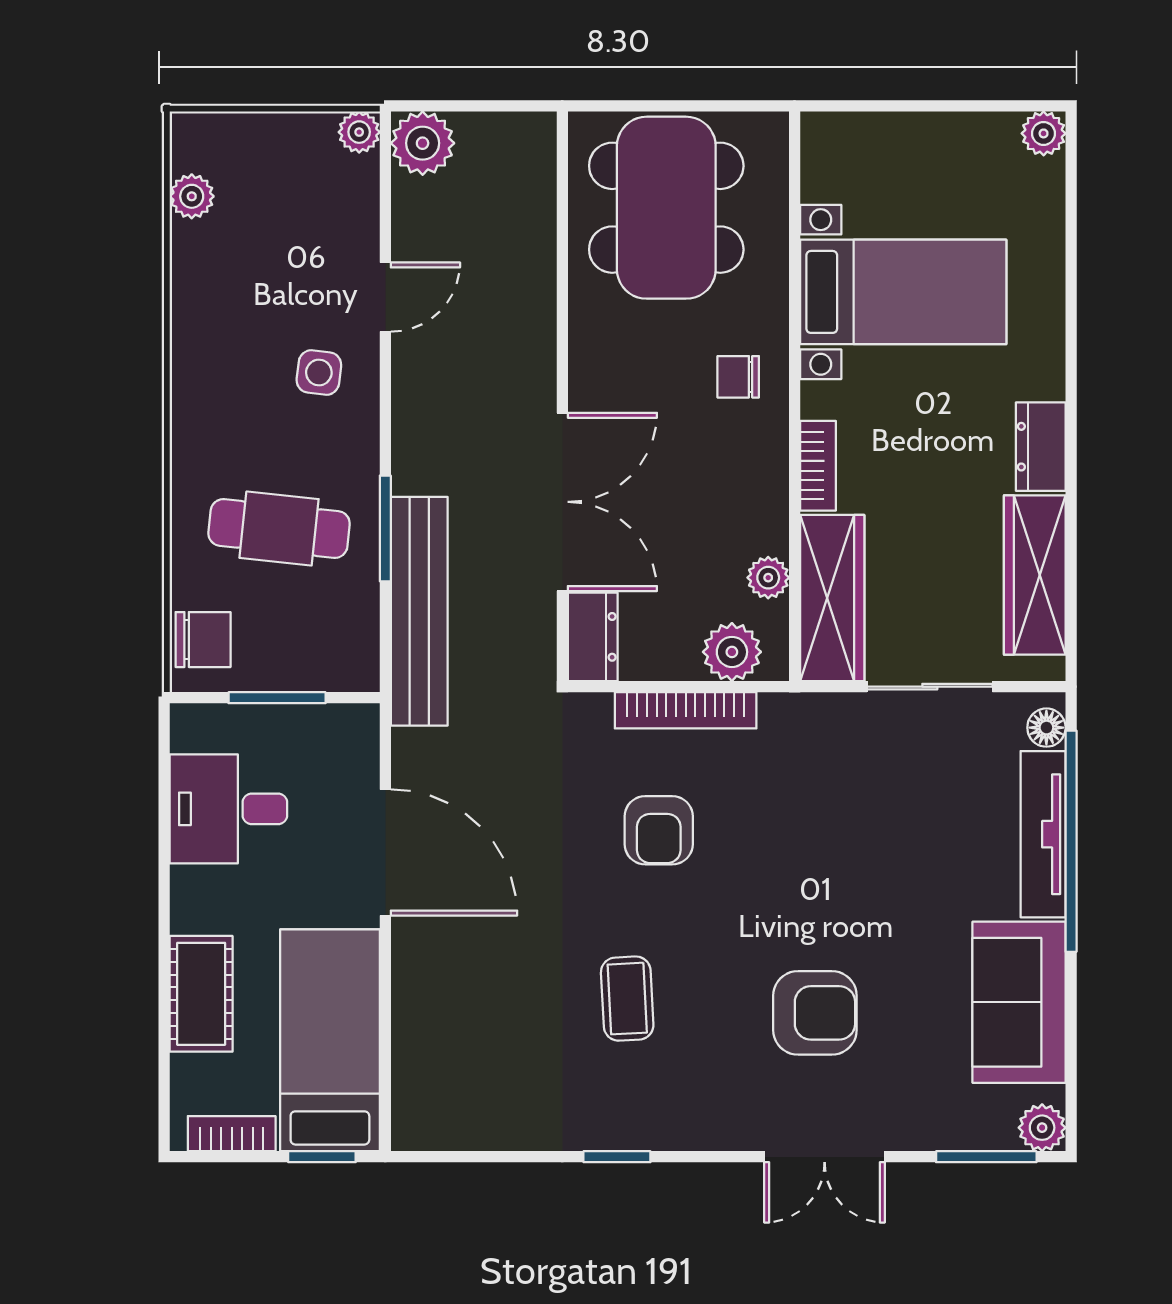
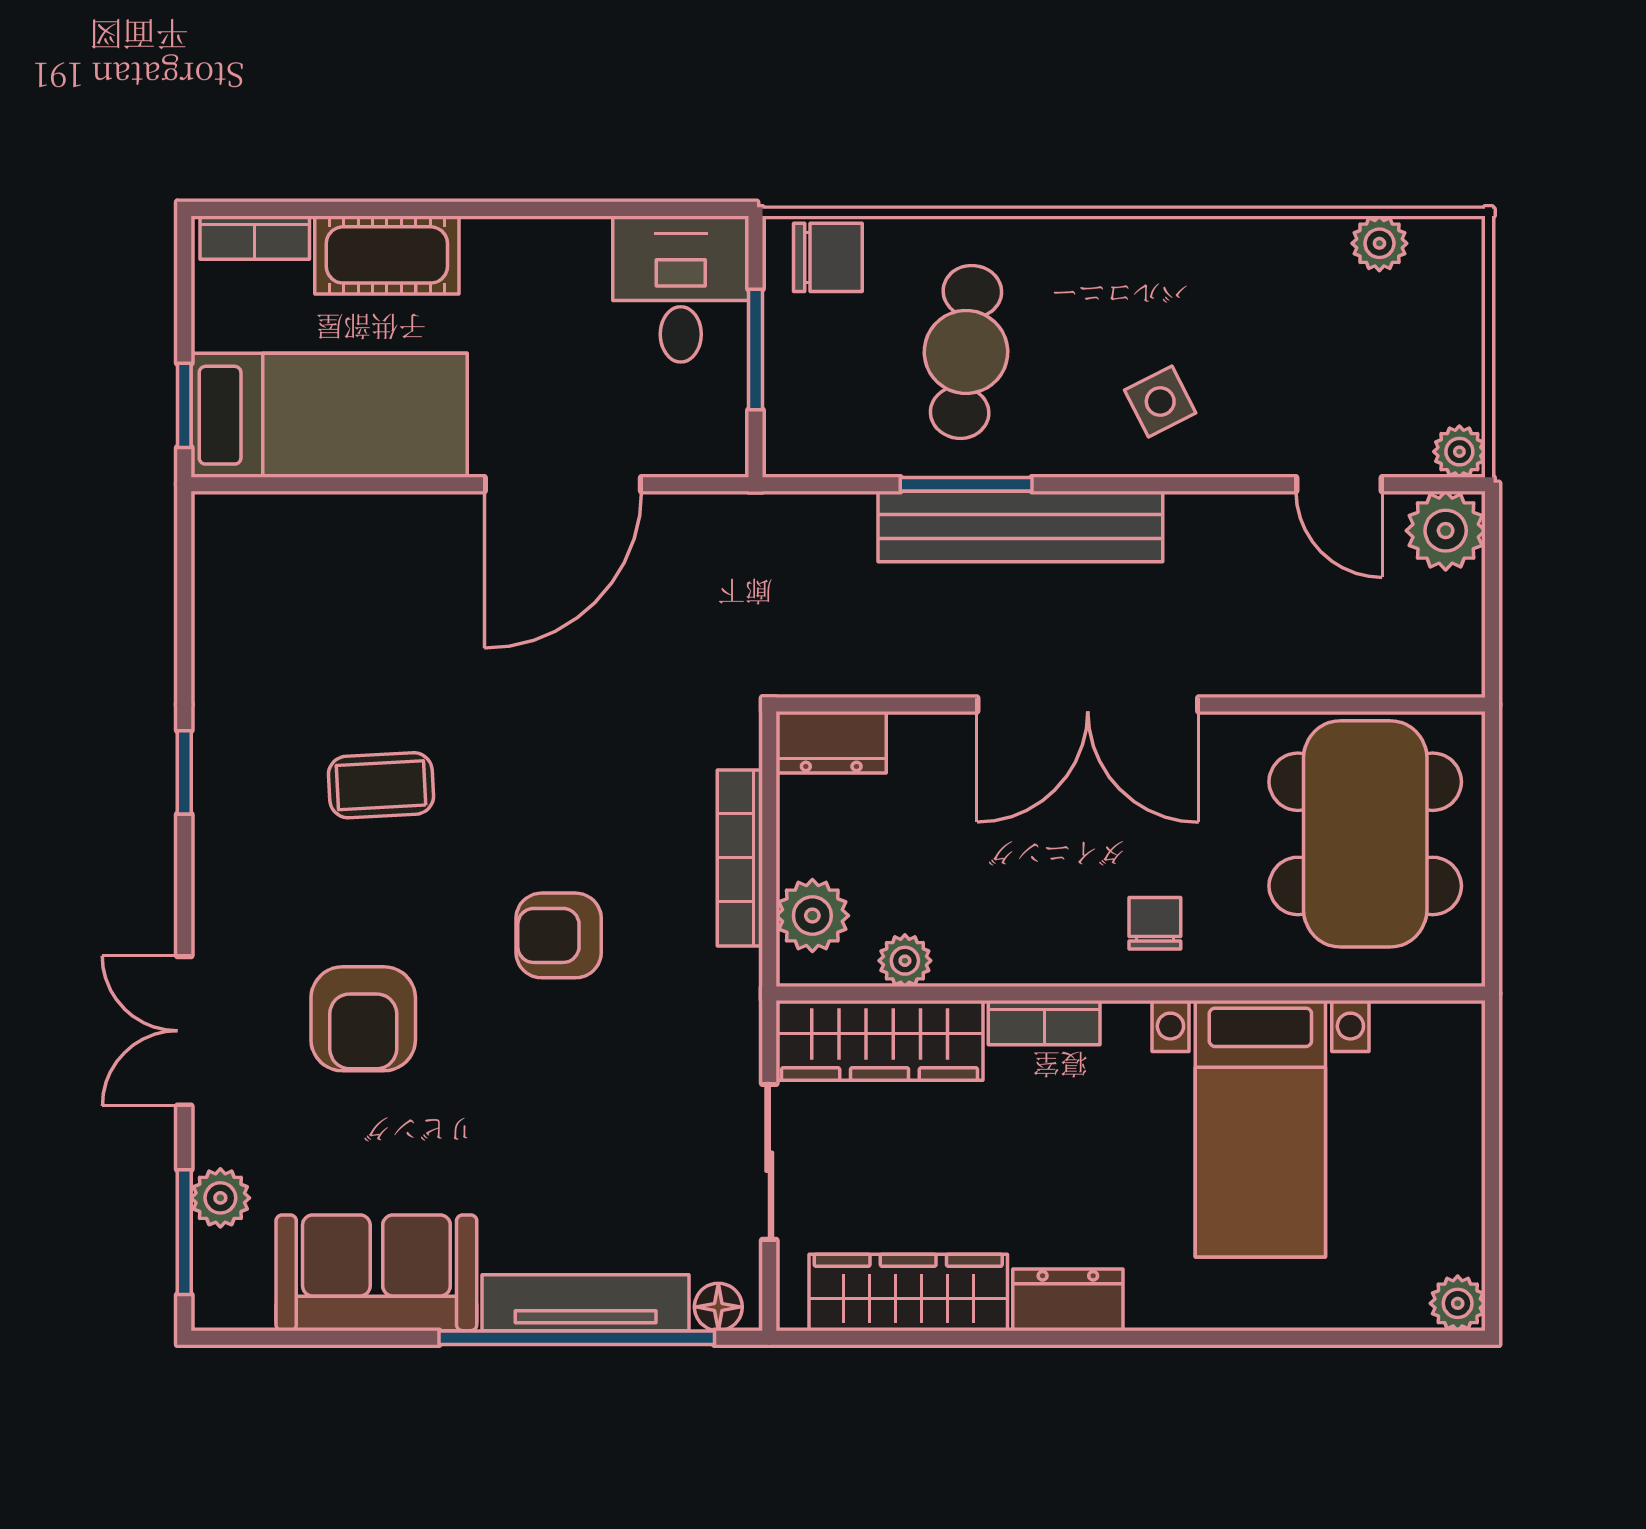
dining table: (666, 208) -> (1365, 834), turned 90
door: (385, 297) -> (1339, 484), moved
side table: (319, 373) -> (1160, 402), turned -34
double door: (562, 502) -> (1088, 704), moved
bench: (419, 611) -> (1020, 526), moved
chair: (203, 640) -> (828, 257), turned -90
desk: (228, 809) -> (681, 289), moved
armchair: (659, 830) -> (559, 935), moved
plant: (1042, 1128) -> (220, 1198), moved
bookcase: (232, 1134) -> (255, 238), moved, turned 90

